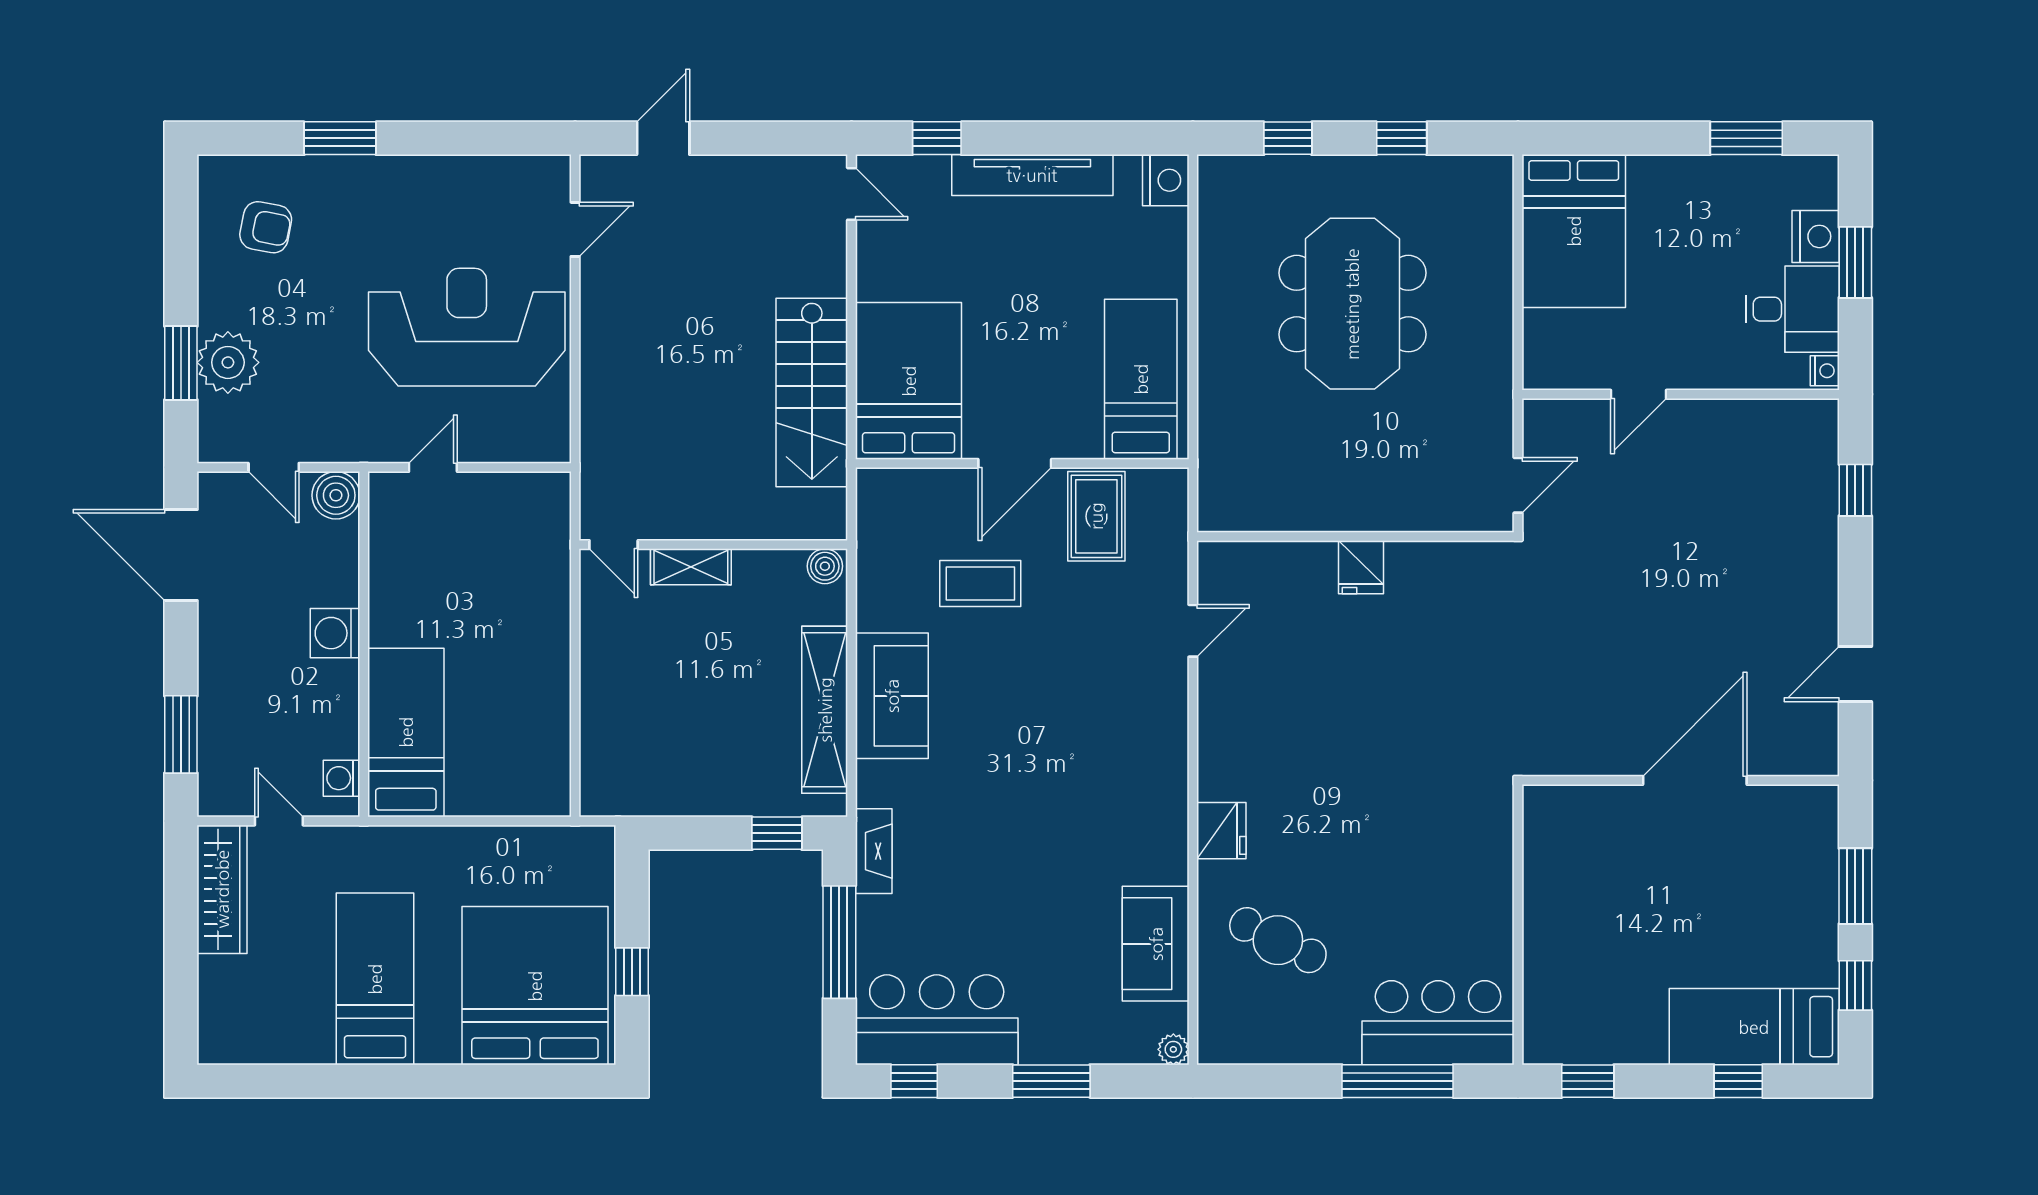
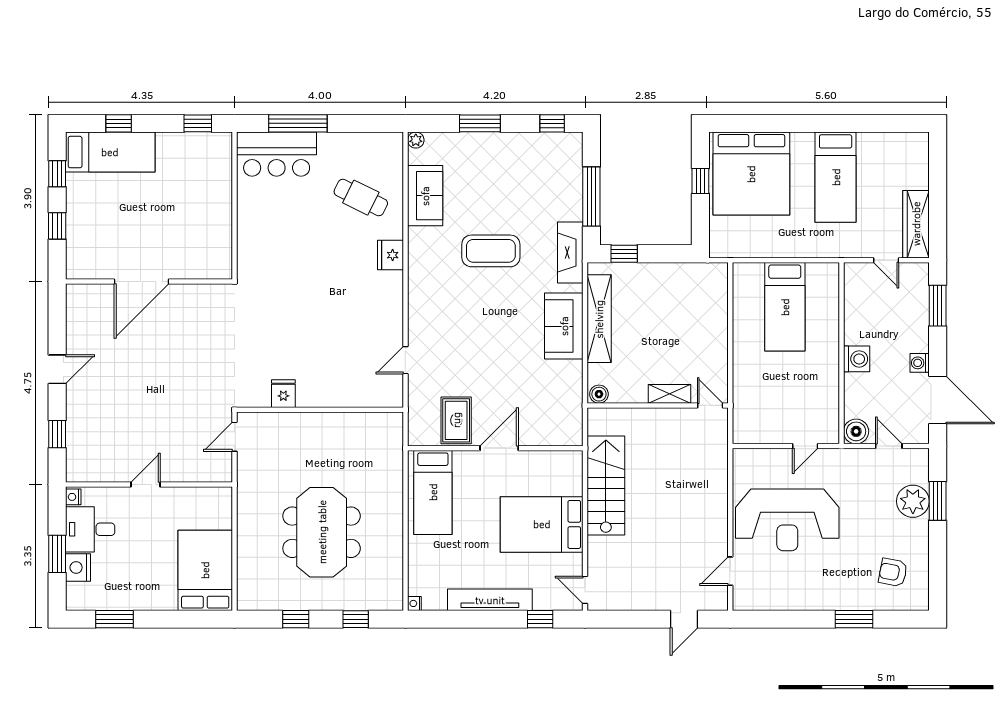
nightstand: (1166, 180) -> (414, 603), width x0.53, depth x0.56
bed: (909, 381) -> (542, 524), moved, turned 90
door: (1639, 394) -> (146, 485), moved
fridge: (1361, 567) -> (283, 394), moved
coffee table: (980, 584) -> (491, 251), moved, width x1.36, depth x1.32
door: (1855, 674) -> (57, 369), moved
bed: (406, 732) -> (785, 307), moved
washing machine: (342, 778) -> (920, 363), moved, turned 180
fireplace: (874, 851) -> (570, 253), width x1.37, depth x1.32
window: (1855, 886) -> (57, 226), width x0.67
bar counter: (937, 1020) -> (540, 156), removed

